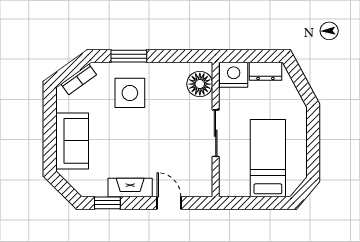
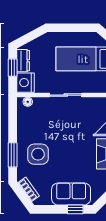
window: (255, 56) -> (13, 68), added
floor lamp: (200, 84) -> (28, 102), width x0.53, depth x0.53
window: (50, 147) -> (75, 209), added

